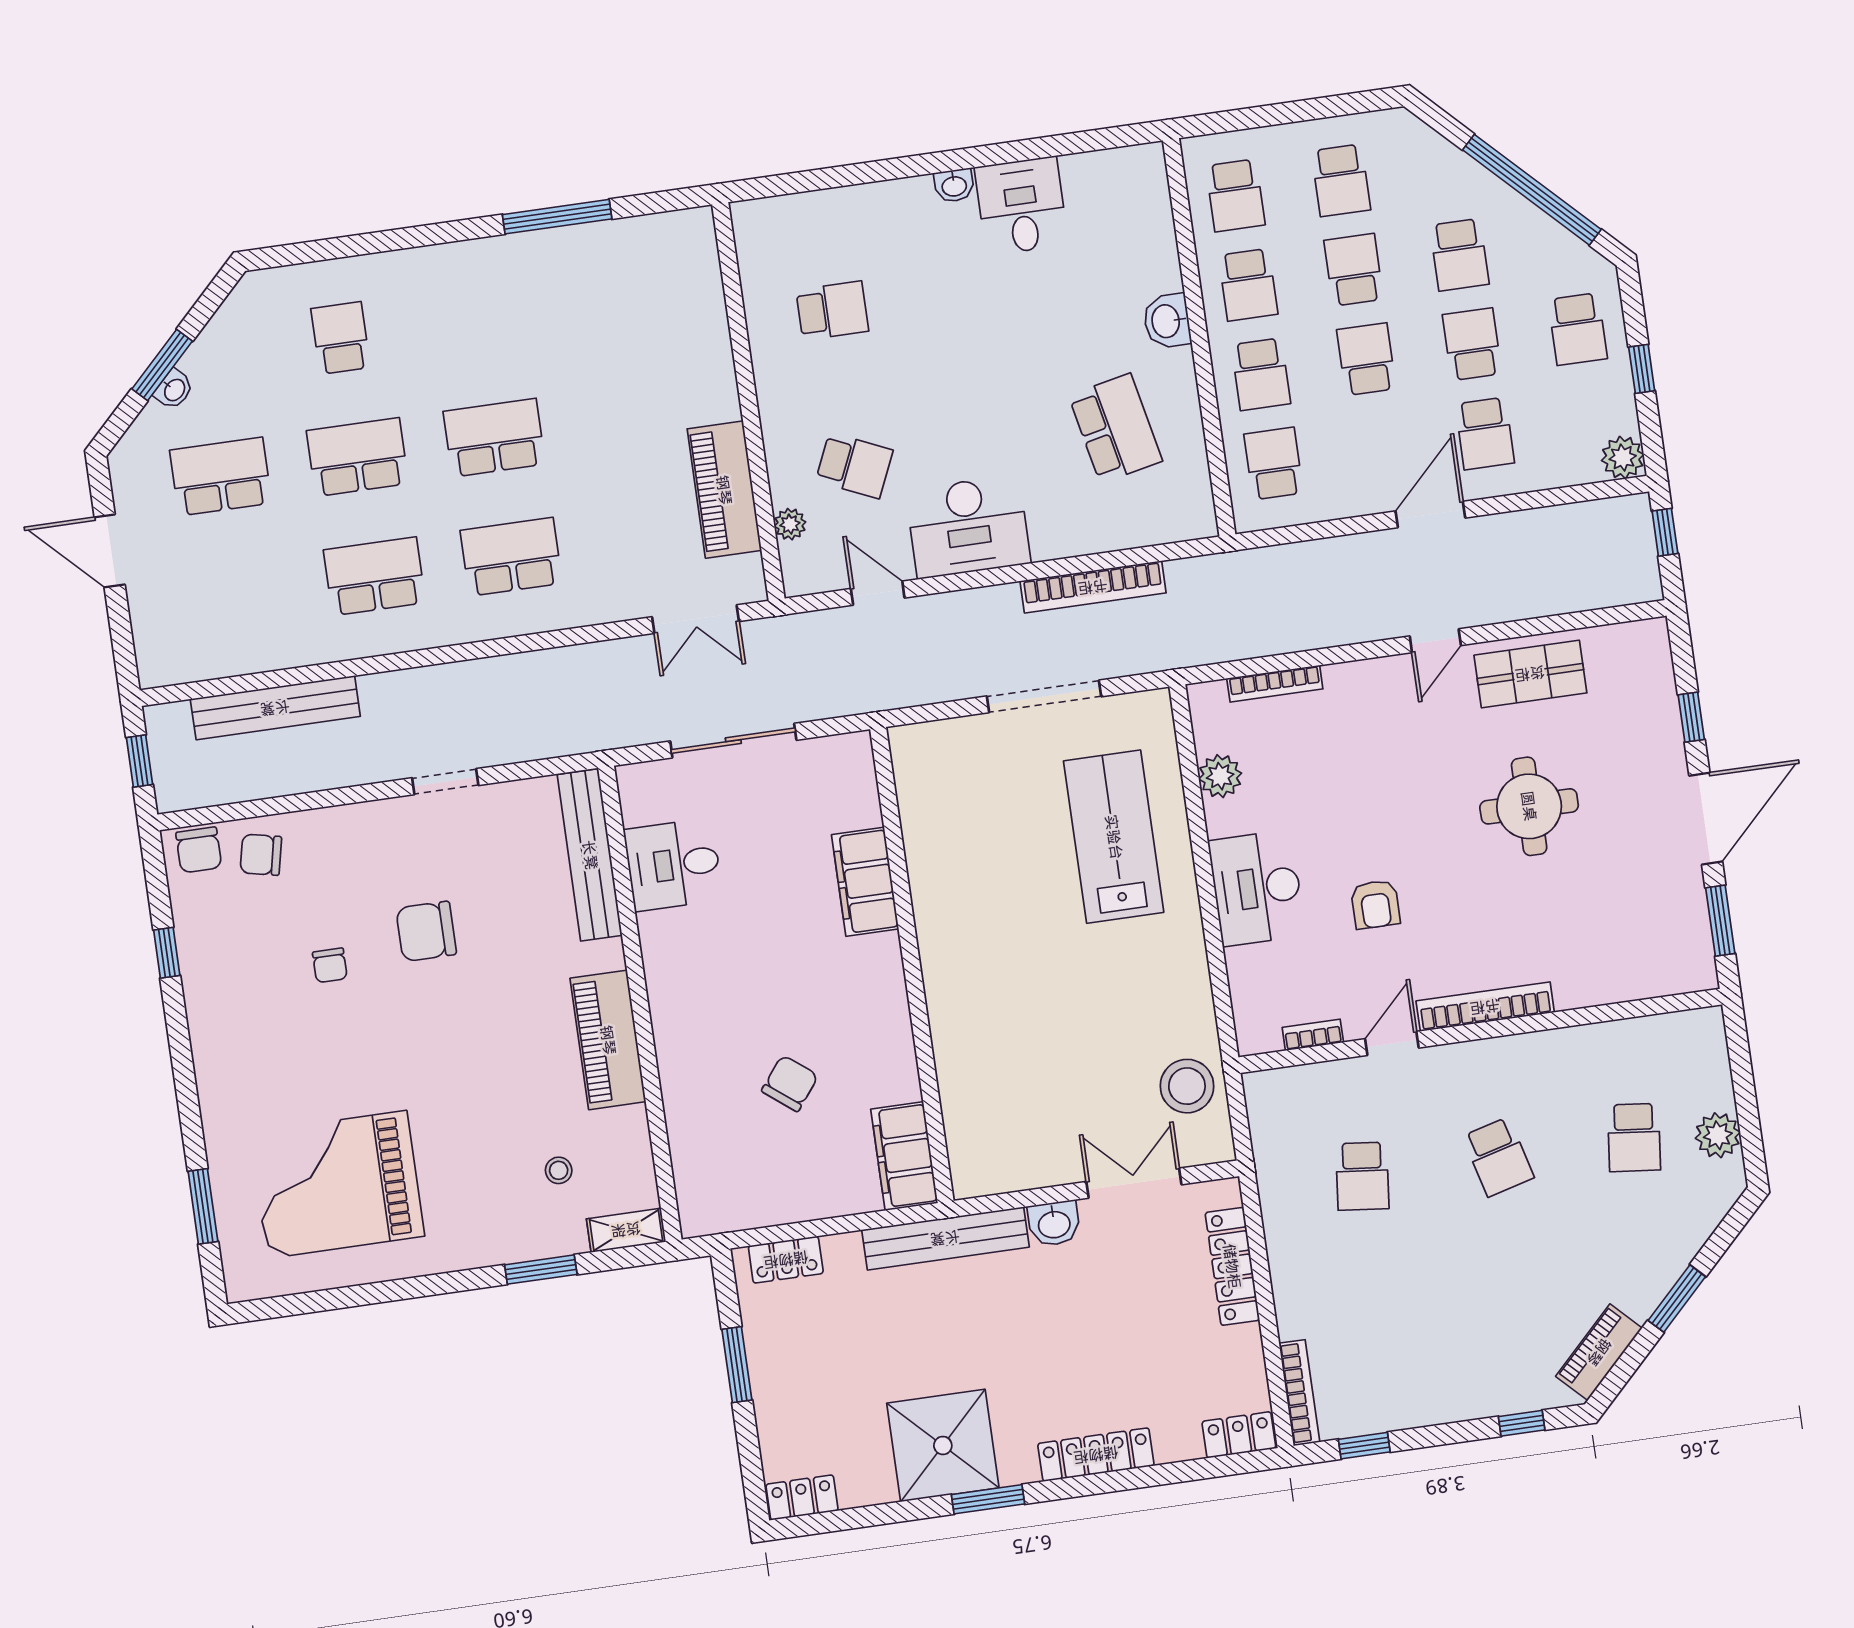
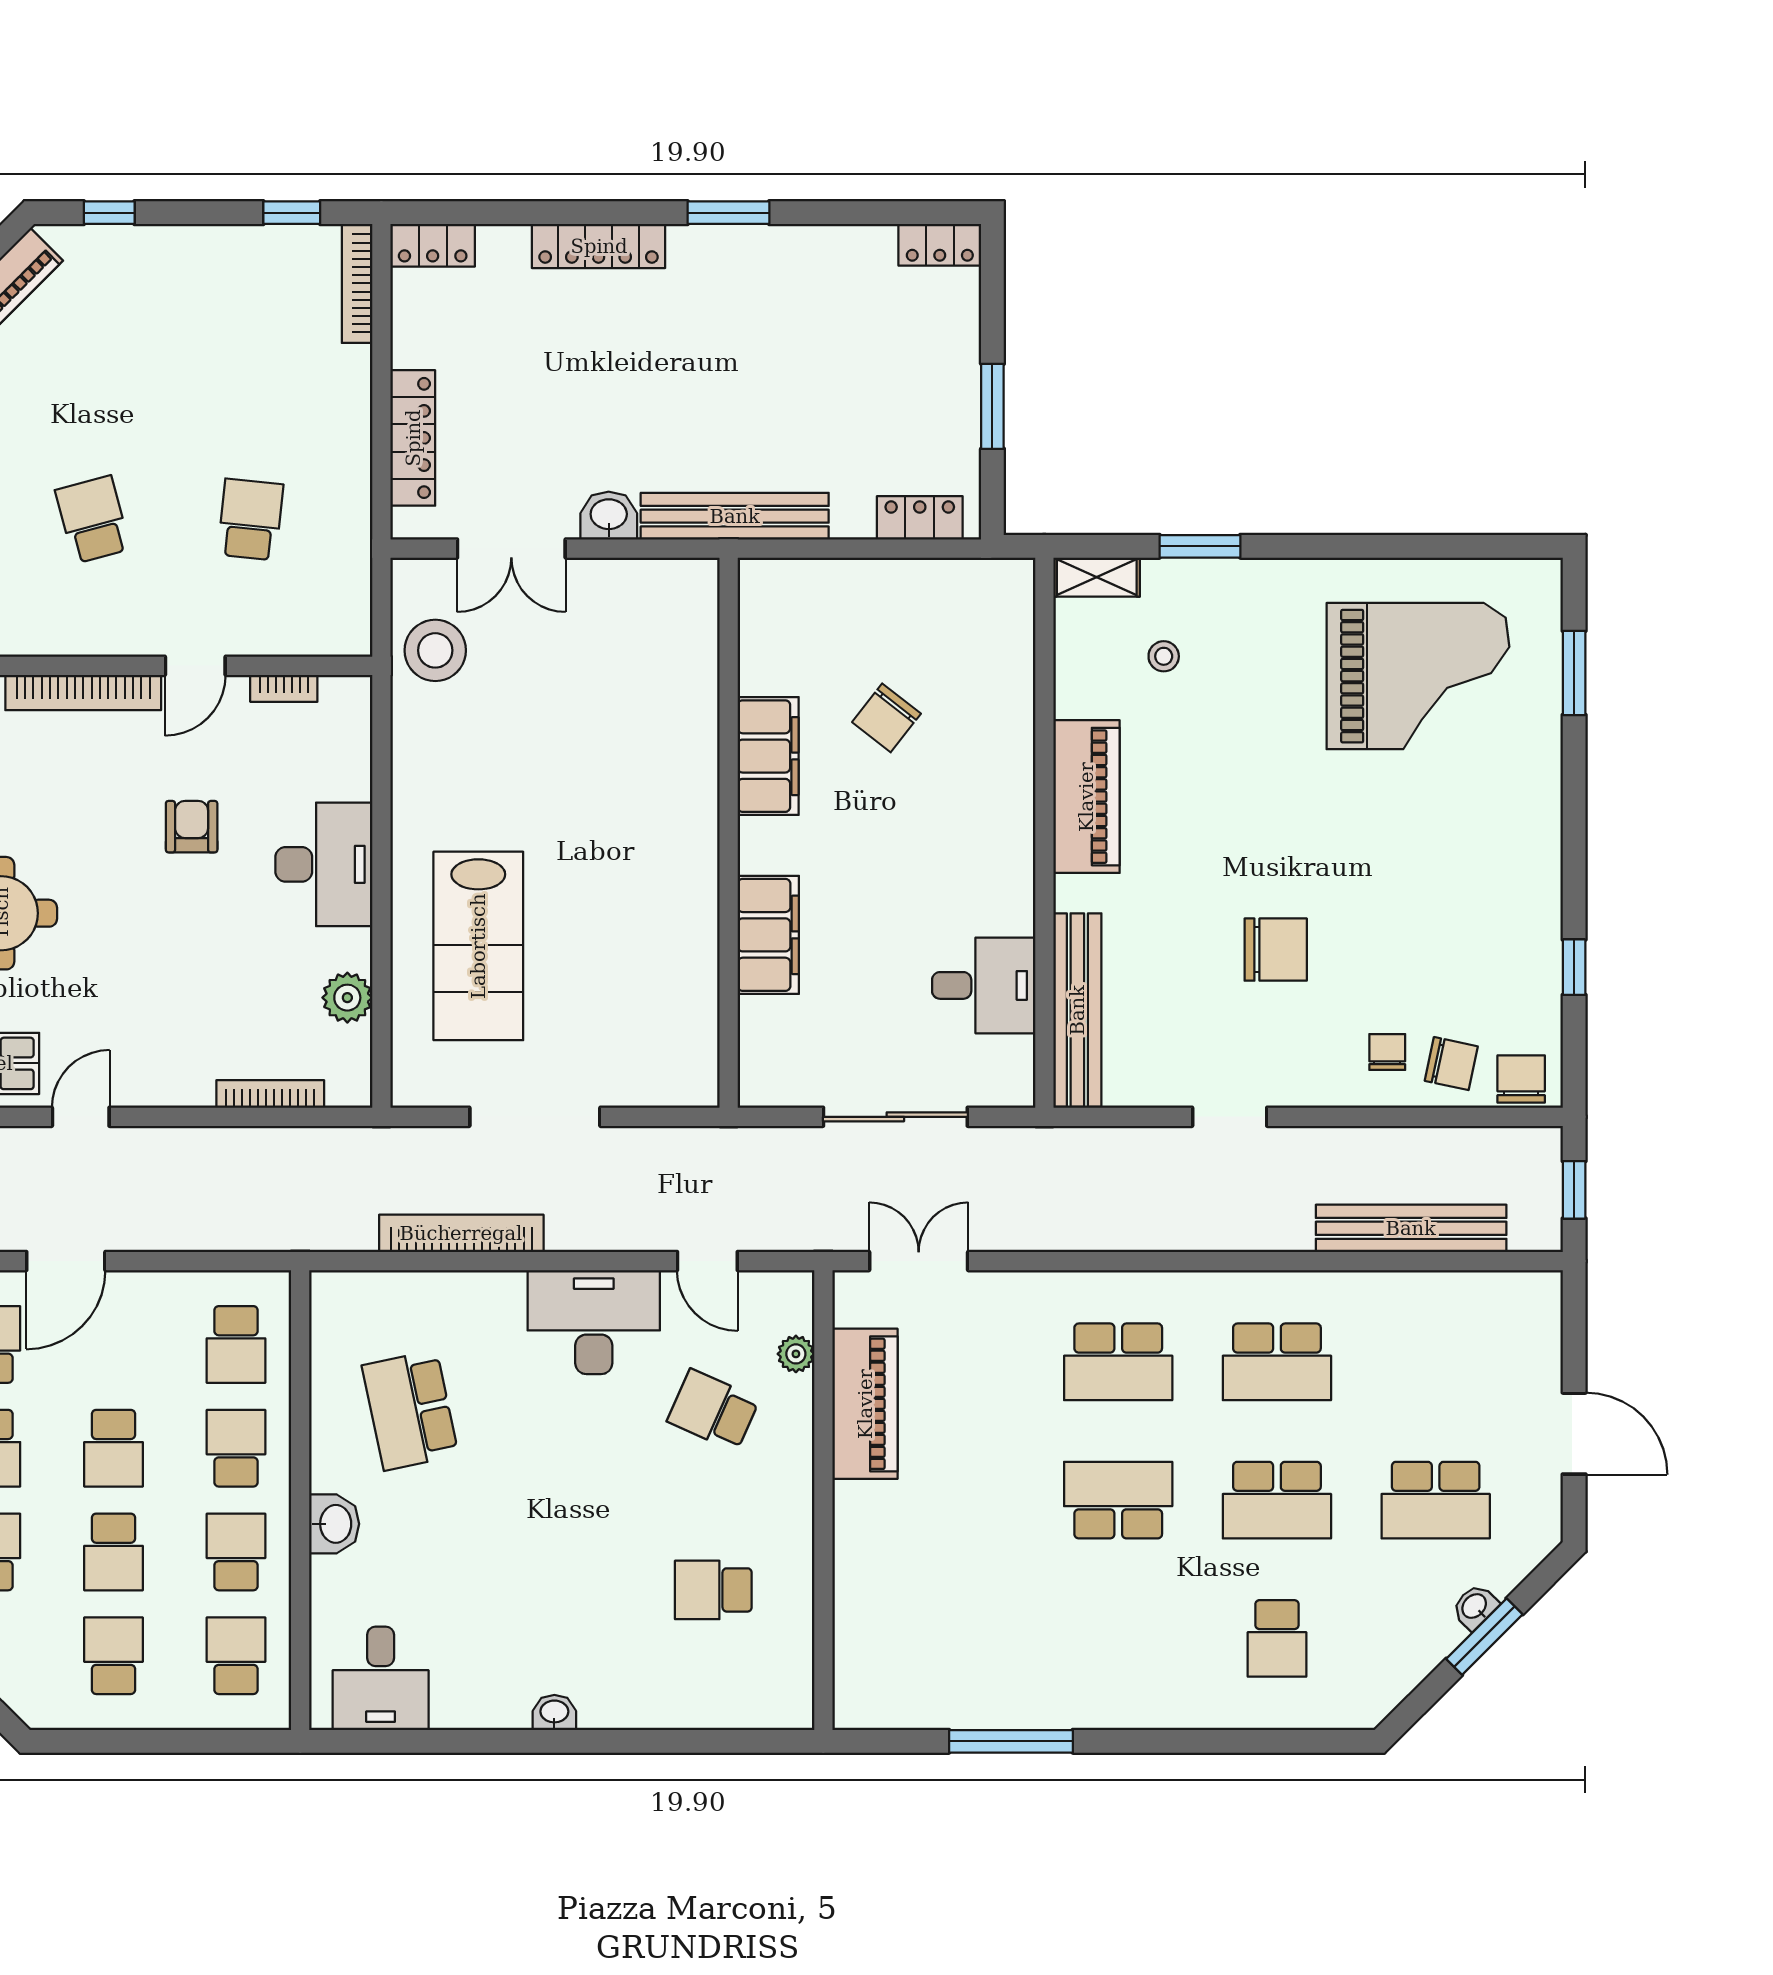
desk: (1021, 206) -> (381, 1678), moved
school desk: (494, 438) -> (1118, 1500), turned 180
chair: (330, 965) -> (1387, 1052), moved
filing cabinet: (904, 1156) -> (768, 756), moved
shower: (943, 1445) -> (771, 281), removed

